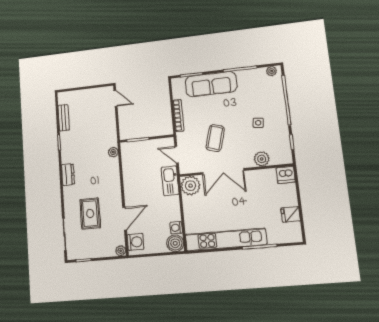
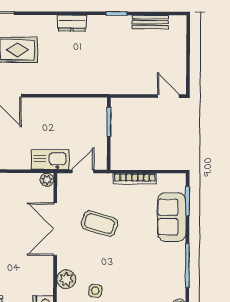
sofa: (211, 84) -> (172, 217), width x0.73
door: (115, 98) -> (168, 96), swing flipped
side table: (258, 123) -> (95, 291), moved
plant: (113, 152) -> (96, 87), removed
plant: (190, 186) -> (47, 180), width x0.53, depth x0.53

